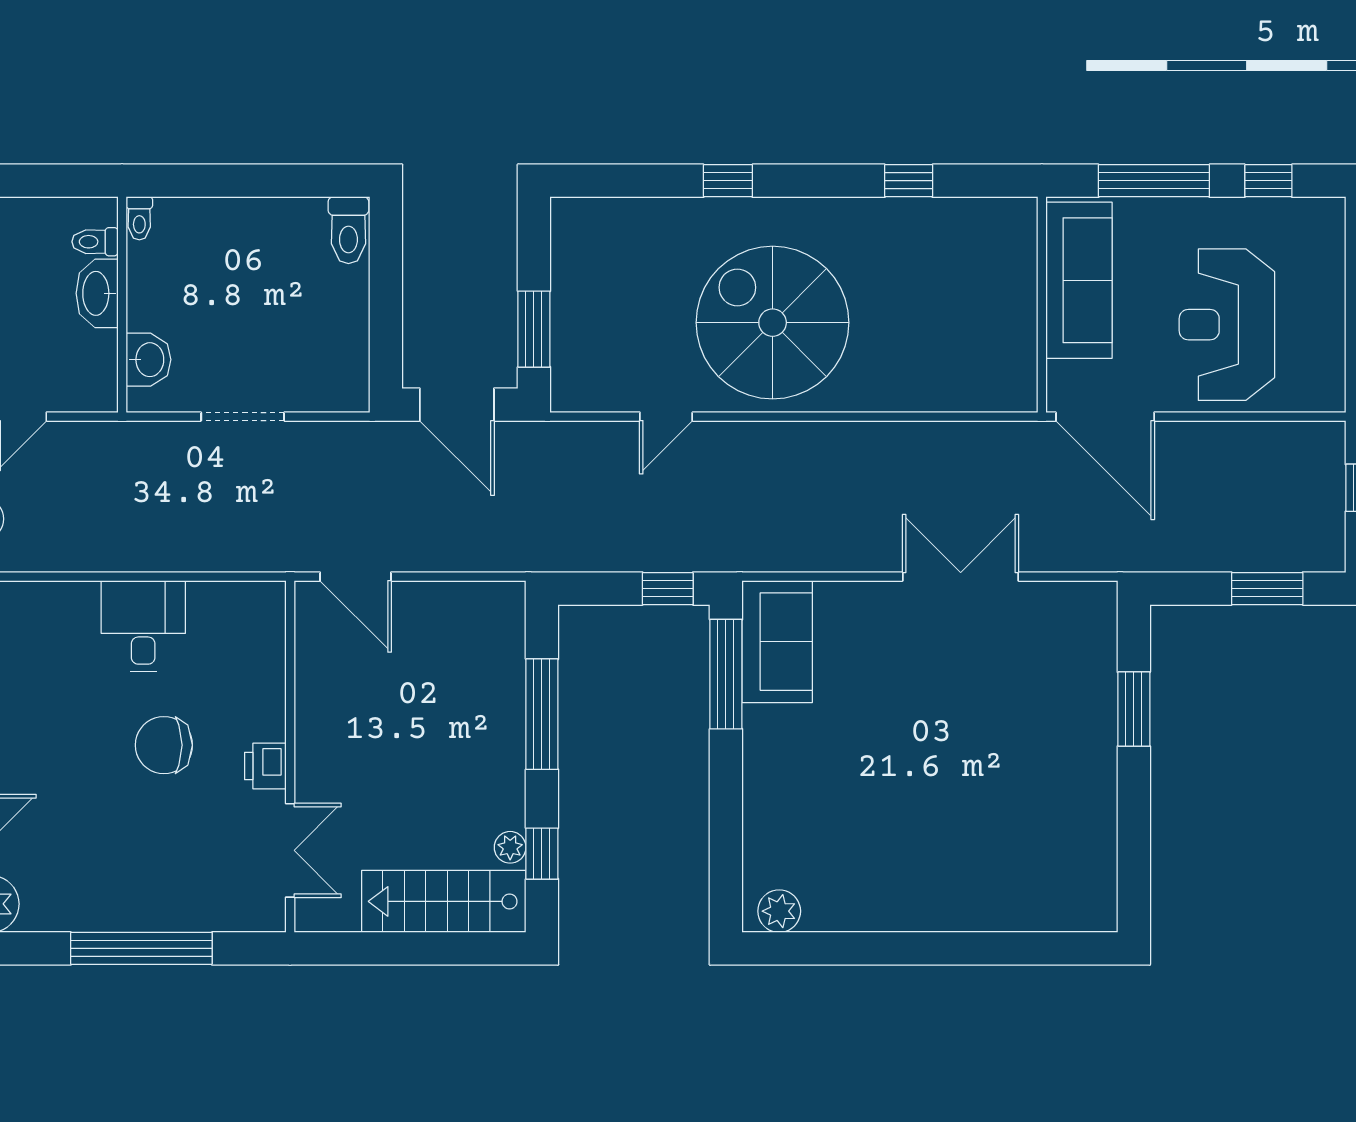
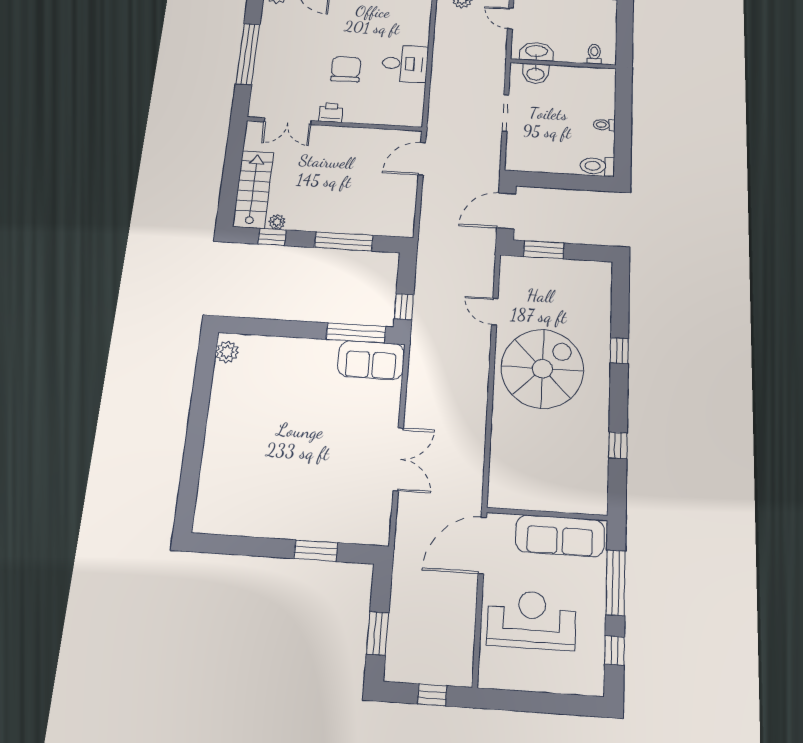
toilet: (139, 218) -> (604, 125), moved
washbasin: (97, 293) -> (537, 52), moved

